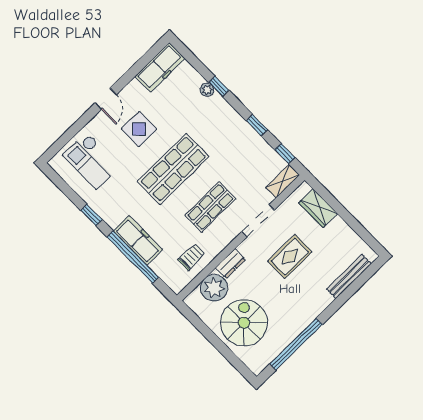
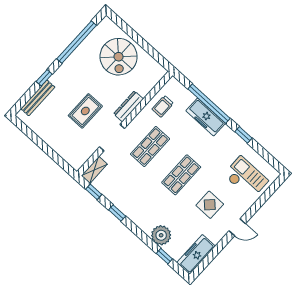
window: (219, 86) -> (164, 256), moved
plant: (207, 90) -> (161, 235), width x1.88, depth x1.88
door: (106, 99) -> (237, 227), swing flipped
shop shelf: (173, 169) -> (181, 175), width x0.70, depth x0.74
wardrobe: (318, 208) -> (65, 150), removed
dresser: (231, 264) -> (128, 106), width x1.44
plant: (214, 288) -> (144, 83), removed
window: (340, 301) -> (44, 78), added

